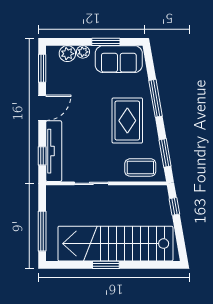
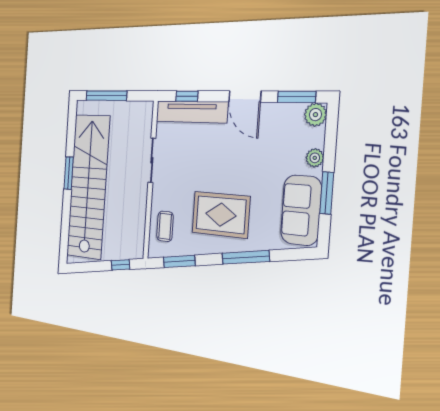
plant: (67, 54) -> (315, 115), moved
coffee table: (140, 167) -> (165, 226), width x0.73, depth x0.77

